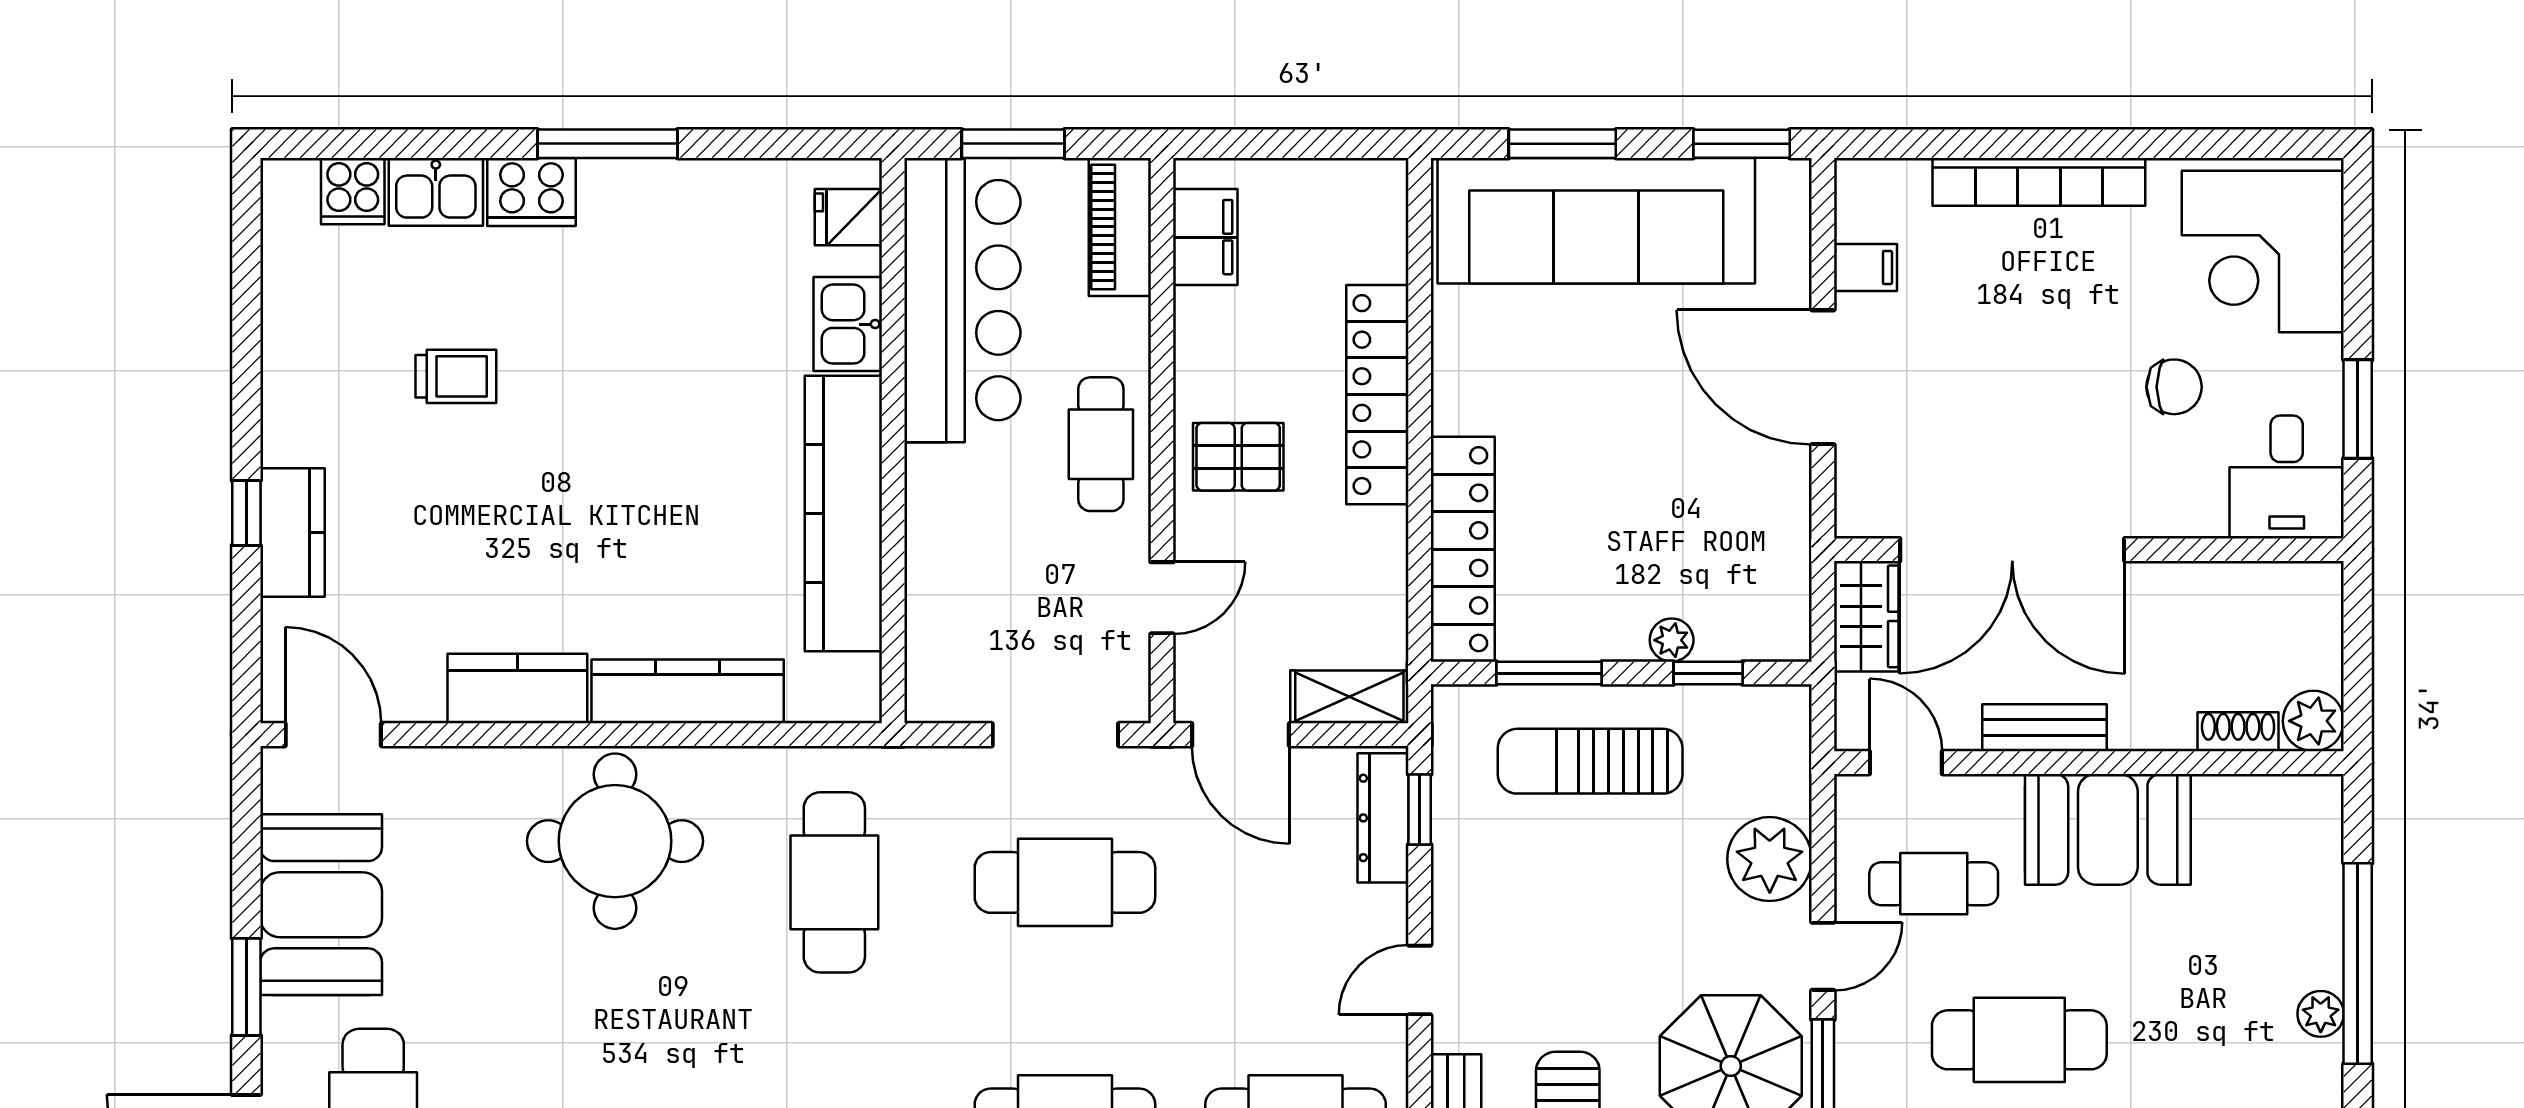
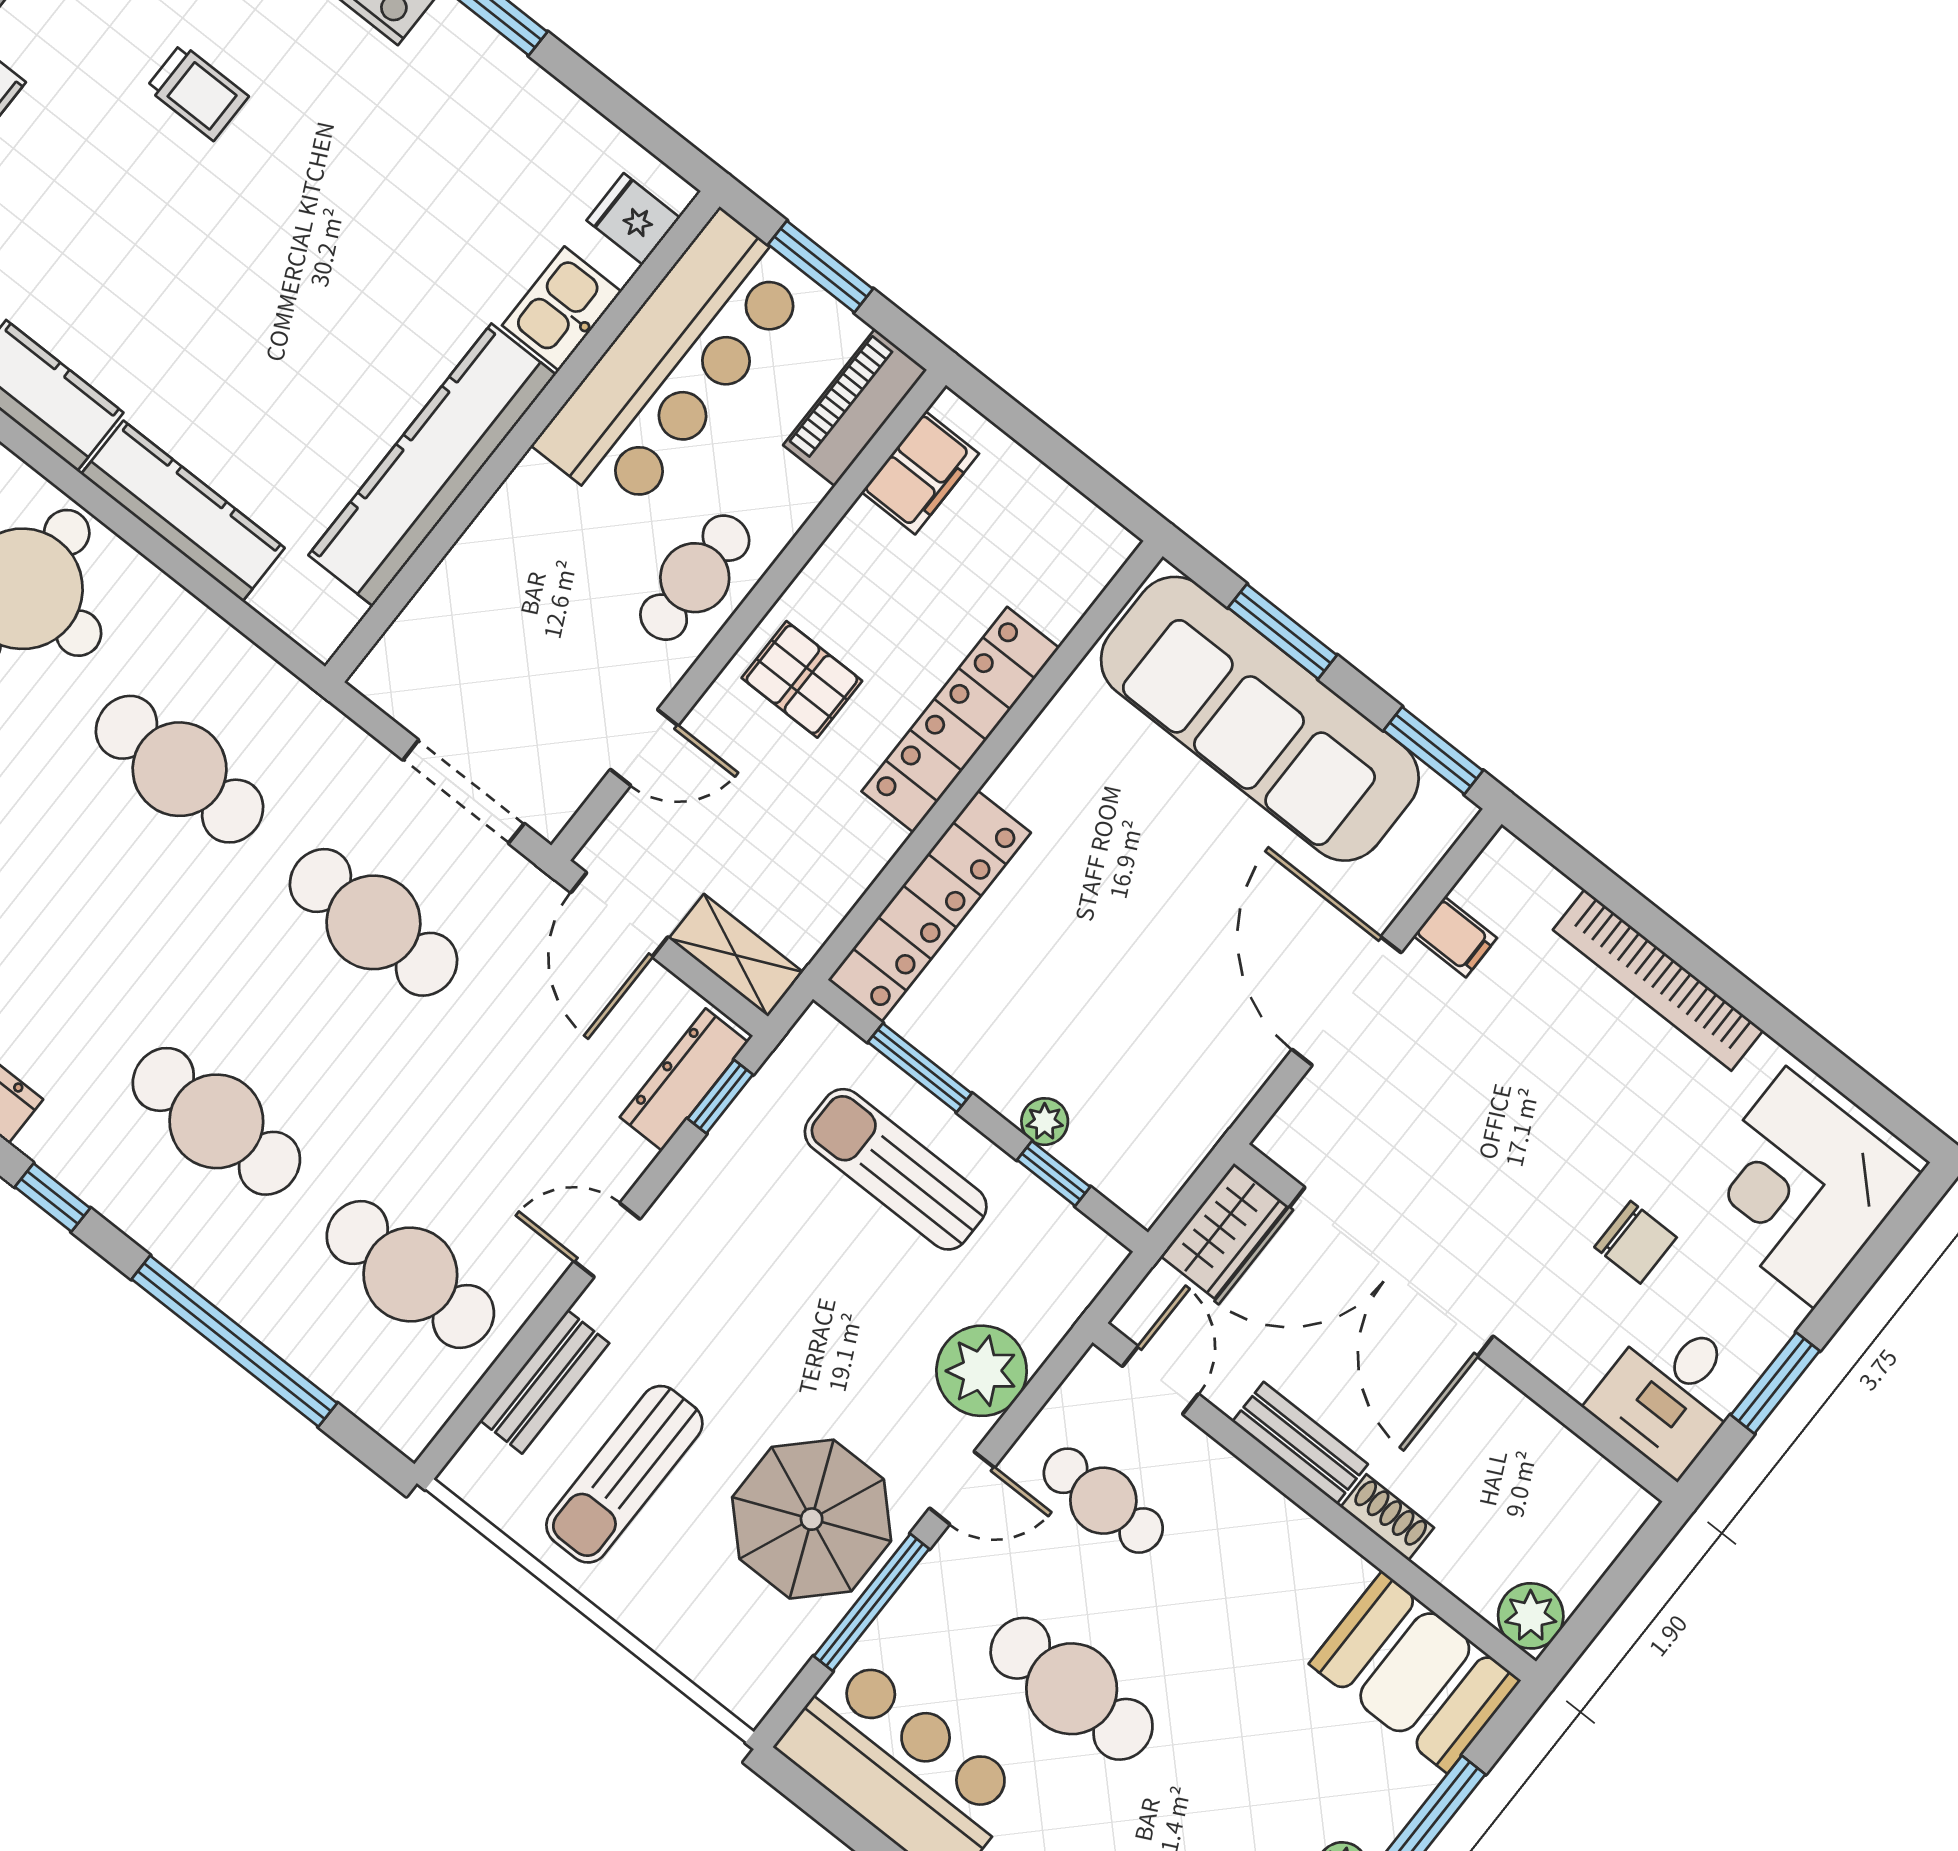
shoe rack: (2238, 732) -> (1387, 1517), moved
booth: (2108, 829) -> (1415, 1672), moved
cafe table: (834, 882) -> (180, 769), turned 90

